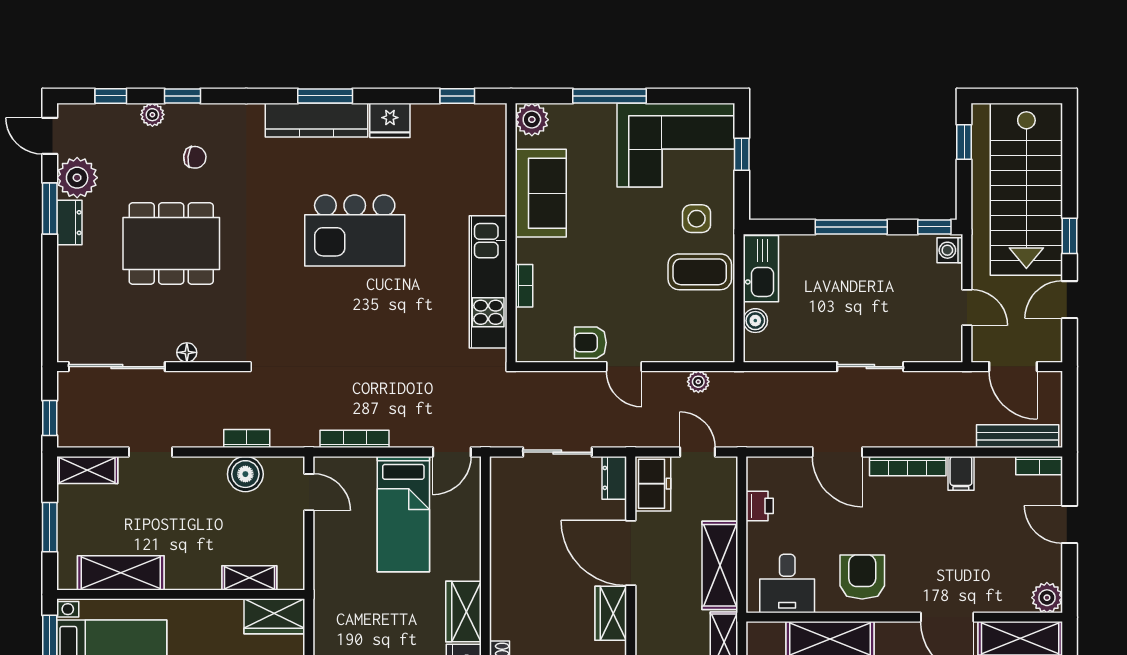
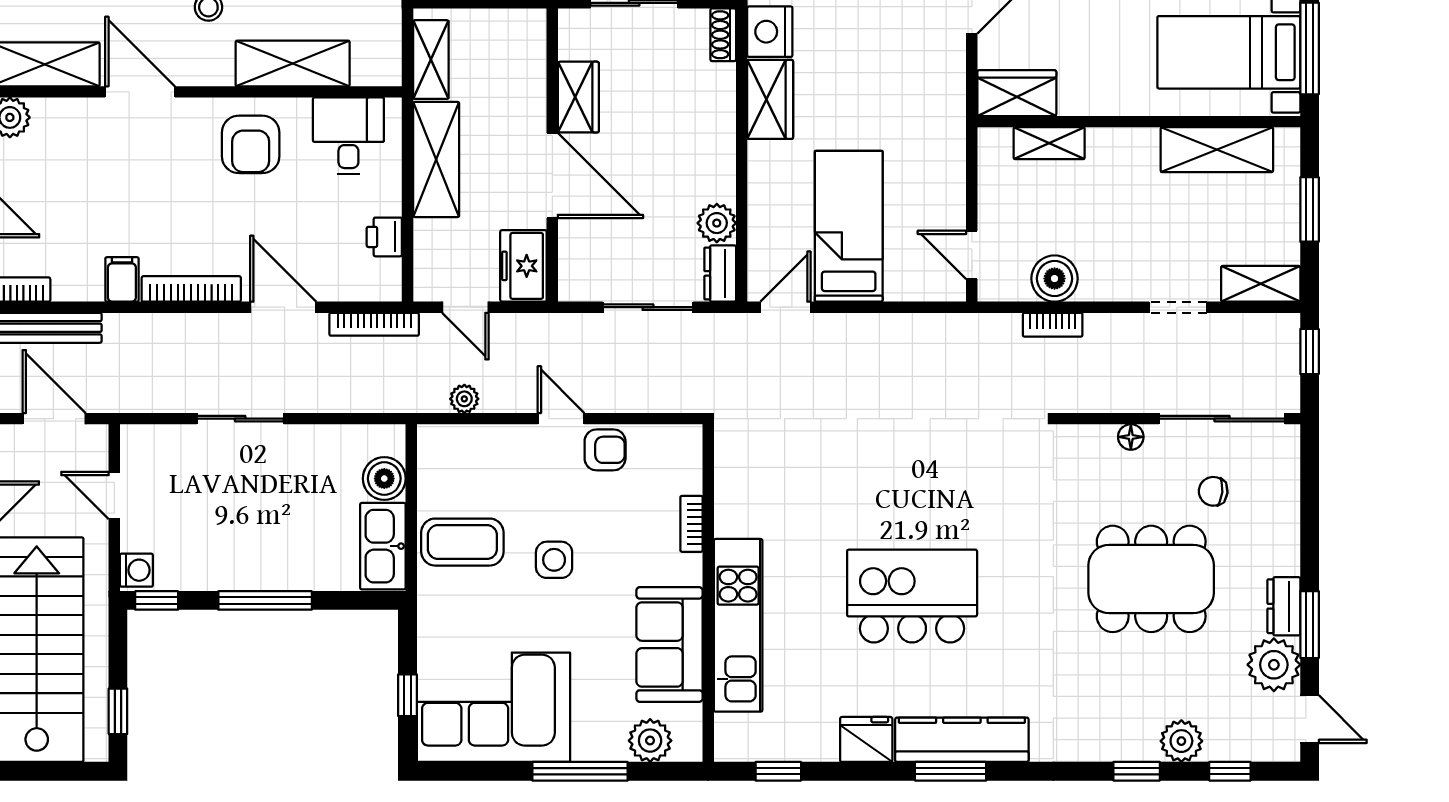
plant: (152, 115) -> (1181, 741), width x1.38, depth x1.38
plant: (532, 120) -> (650, 741), moved
chair: (195, 157) -> (1213, 491), moved
side table: (697, 219) -> (554, 560), moved
kitchen unit: (488, 282) -> (738, 625), moved
boiler: (755, 321) -> (384, 479), width x1.36, depth x1.36
bookcase: (355, 439) -> (374, 324), moved
dresser: (614, 478) -> (720, 273), moved, turned 180
plant: (505, 517) -> (717, 223), added

